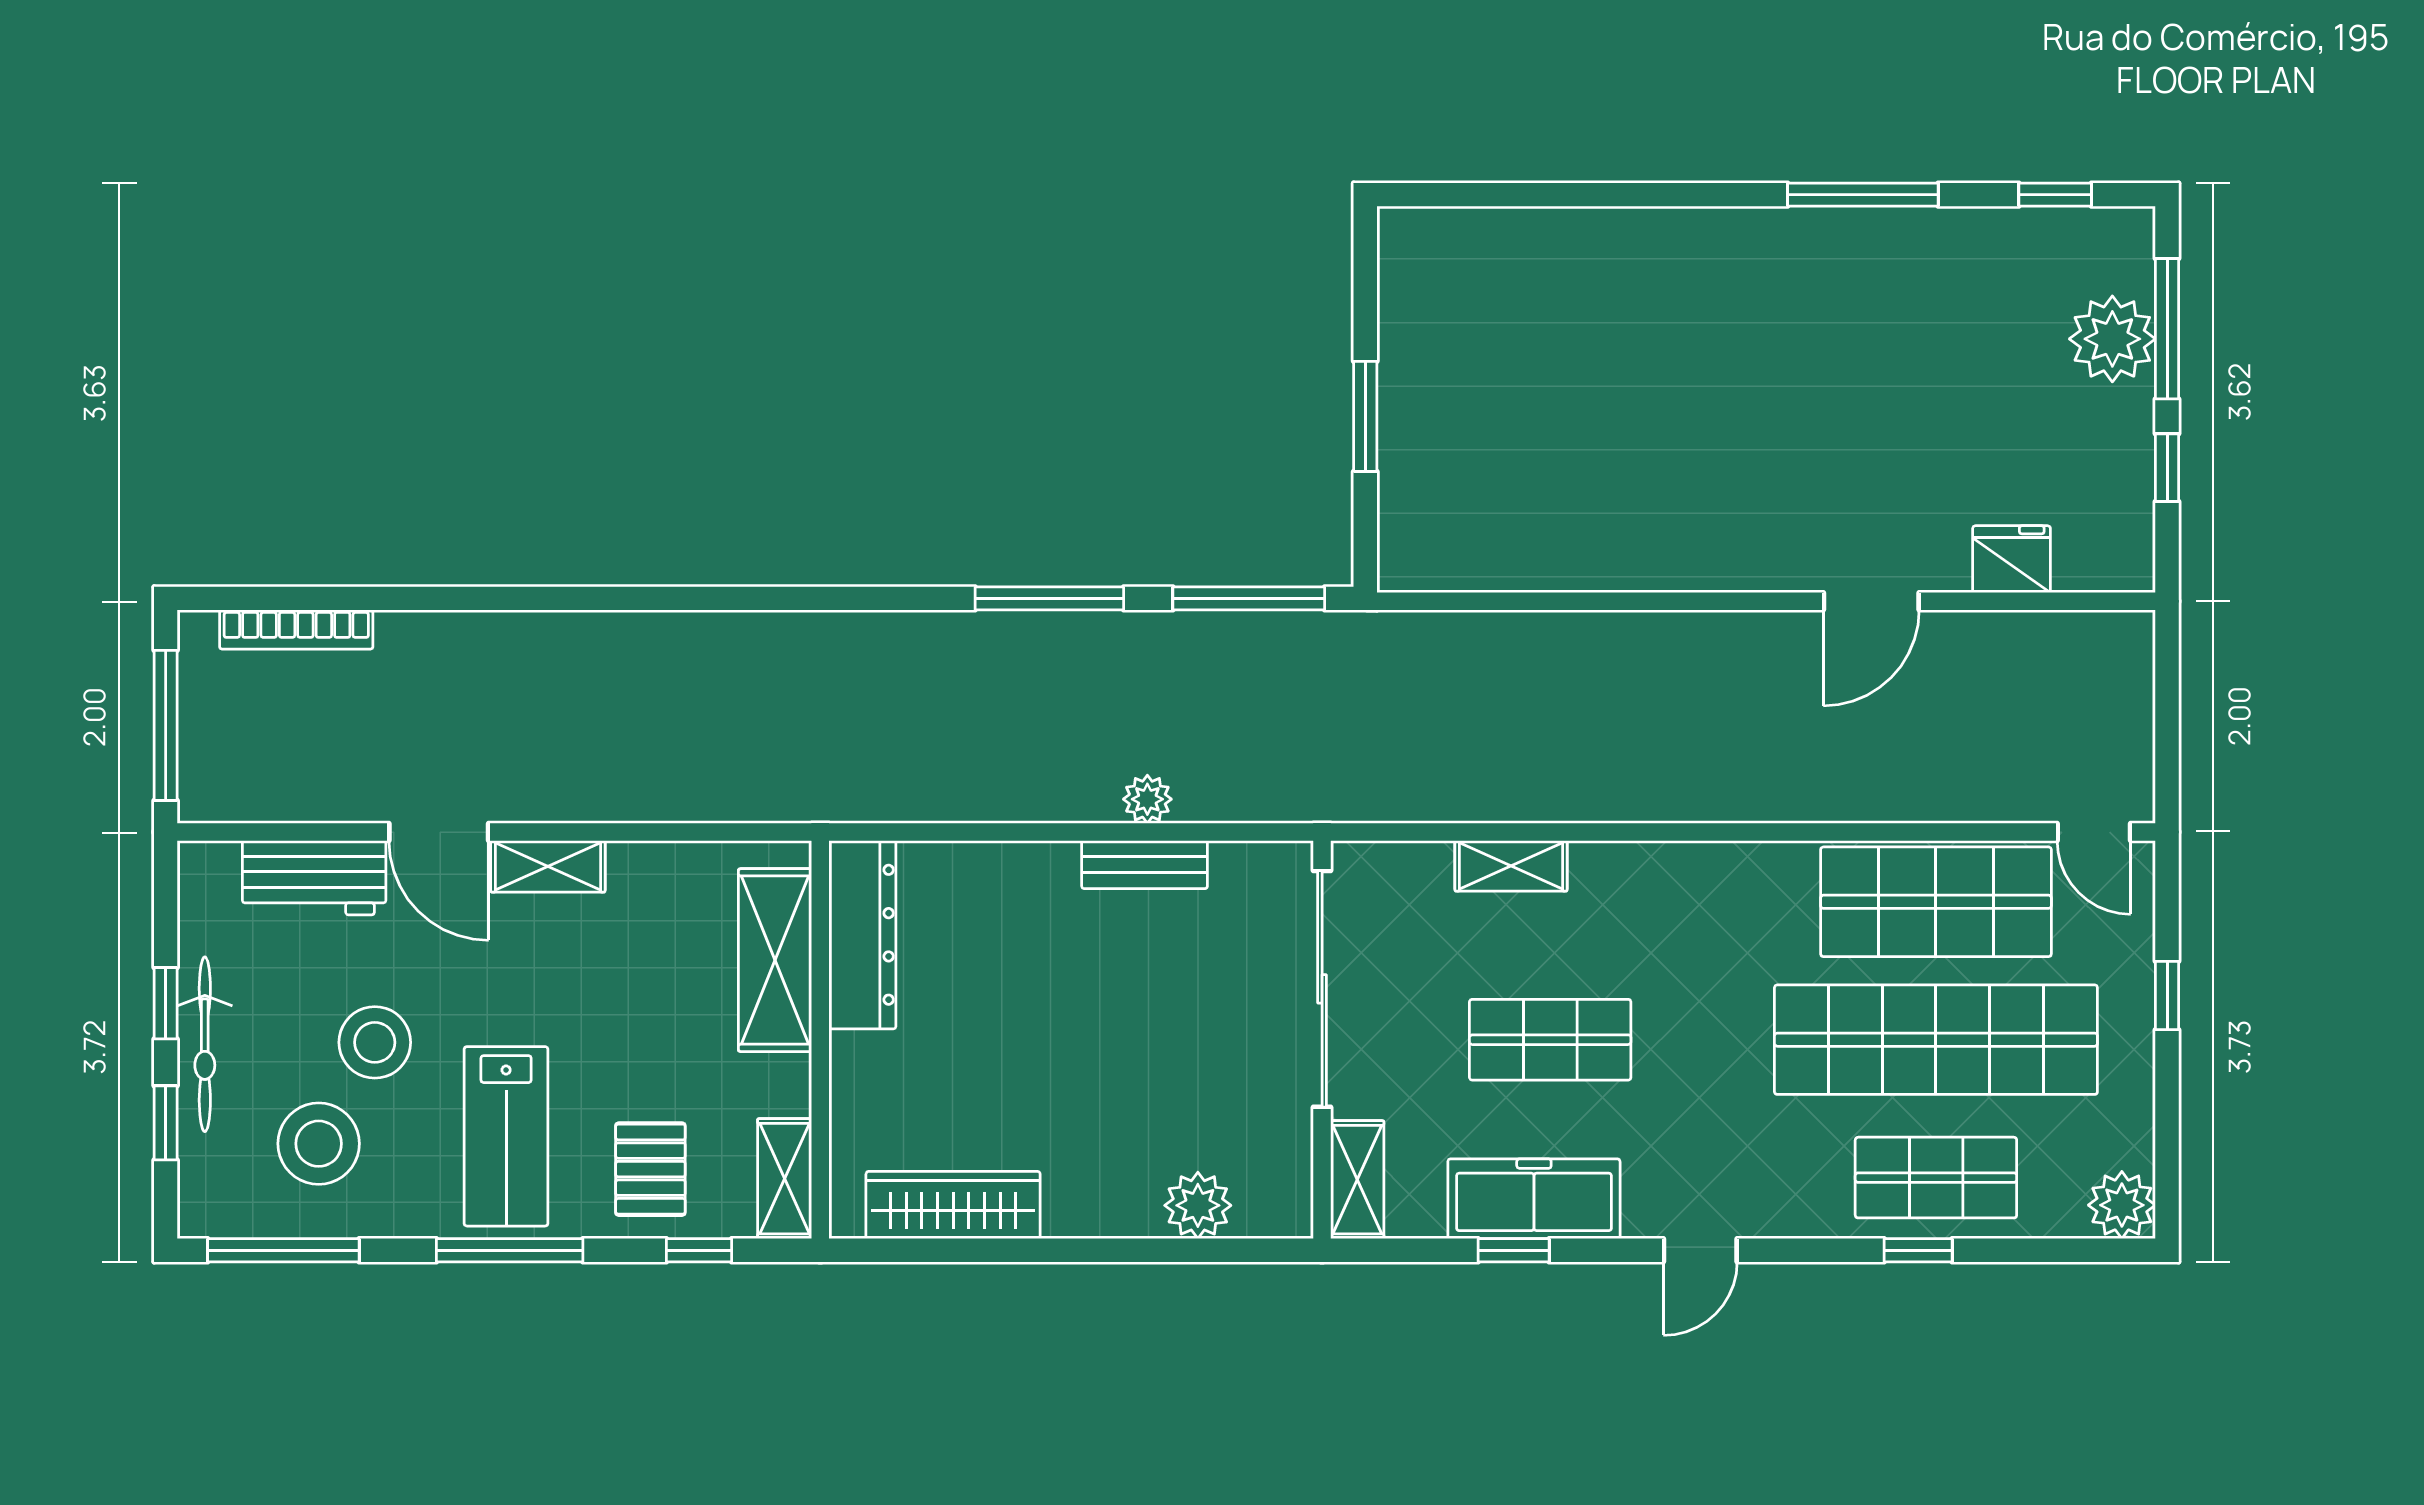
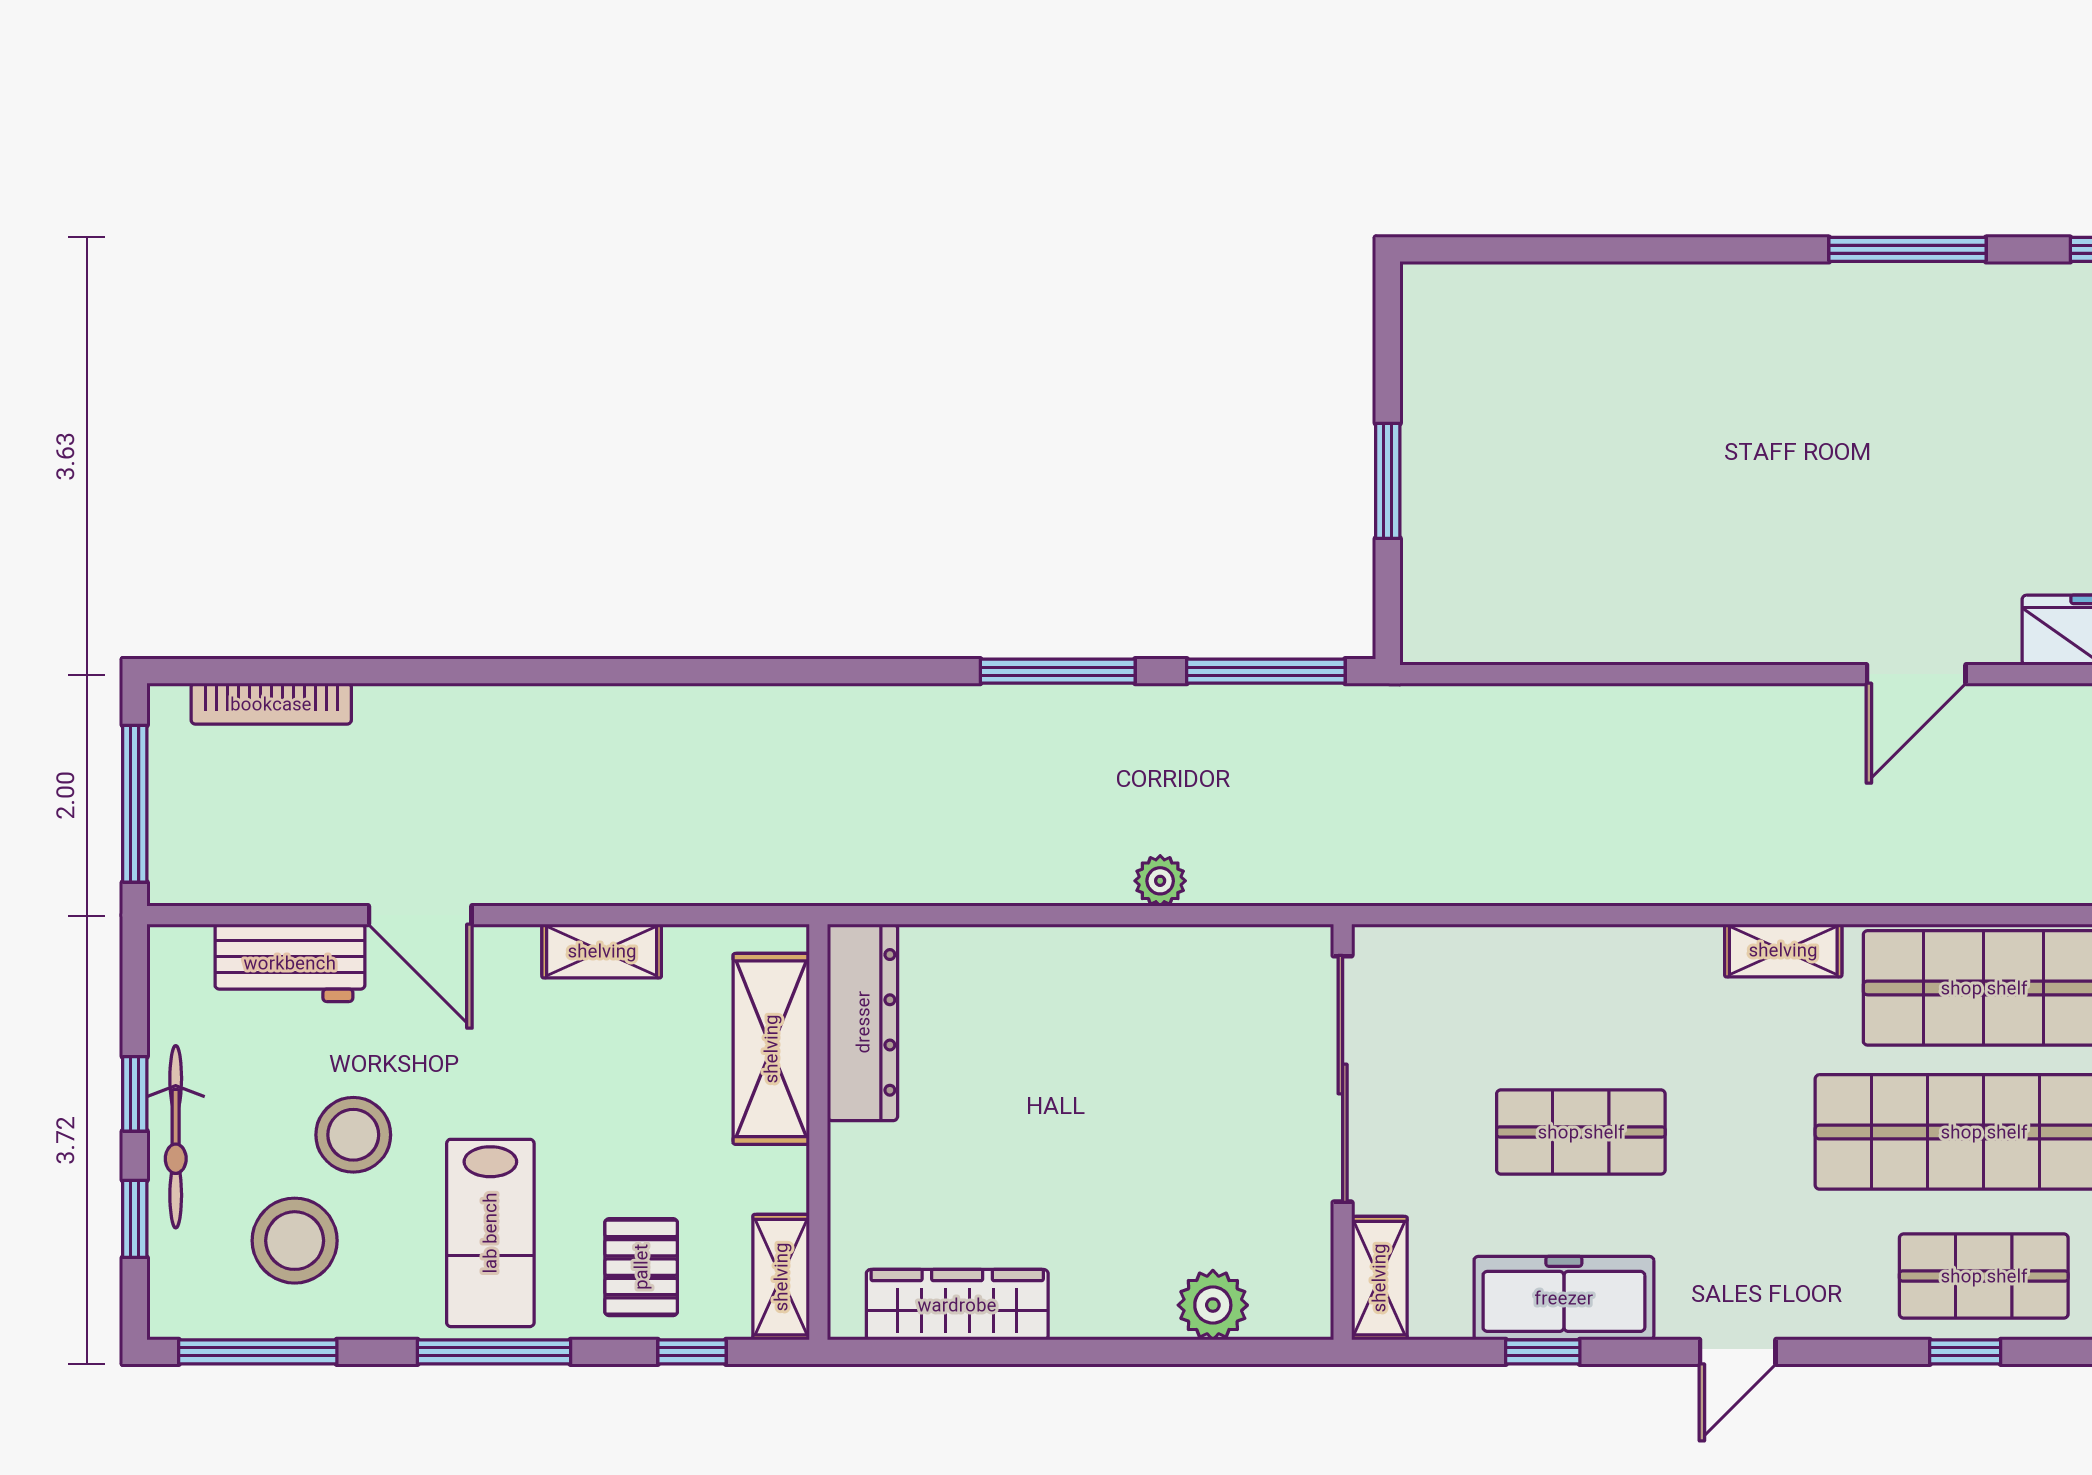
bench: (1145, 865) -> (1157, 949), removed
shelving: (548, 866) -> (602, 951), moved
shelving: (1511, 866) -> (1783, 950), moved

